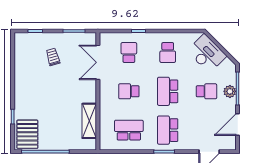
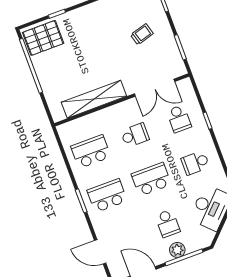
school desk: (129, 53) -> (179, 119), turned 90
double door: (98, 62) -> (155, 88), swing flipped
school desk: (129, 91) -> (135, 135), turned 90
shelving: (89, 121) -> (94, 99), width x1.47
school desk: (129, 130) -> (91, 152), turned -90

